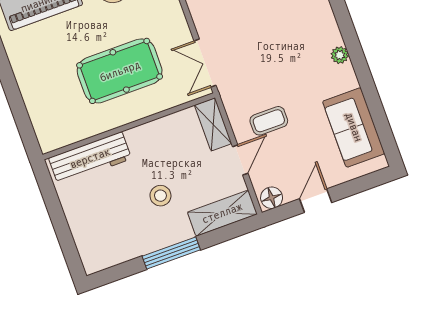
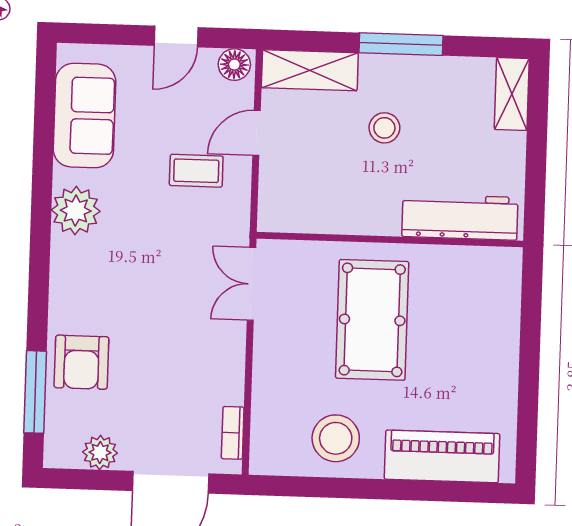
plant: (340, 55) -> (76, 211), width x1.88, depth x1.88
double door: (205, 63) -> (252, 284), swing flipped
pool table: (120, 71) -> (372, 320), turned 90
shelving: (213, 124) -> (512, 94), moved

